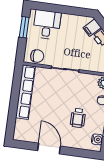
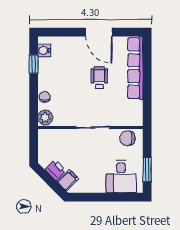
row of seats: (25, 92) -> (135, 68), moved
wheelchair: (78, 118) -> (99, 78), moved

